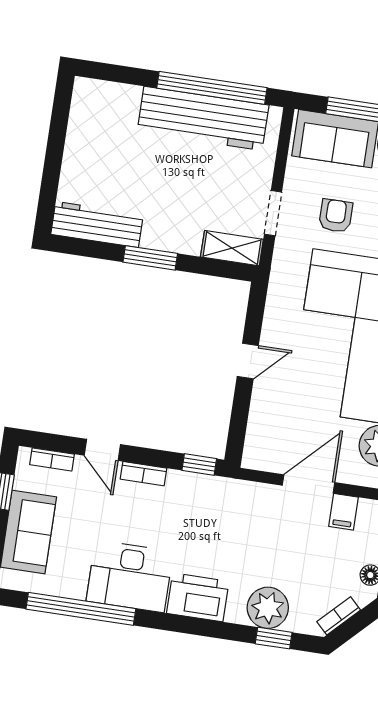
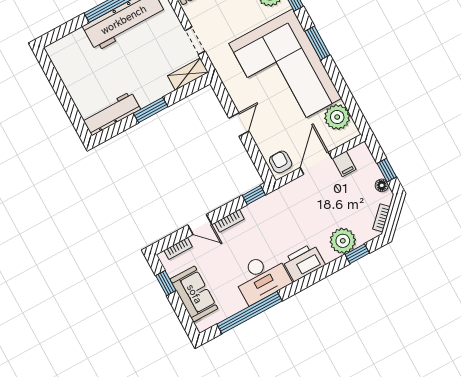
armchair: (336, 216) -> (281, 162), moved

